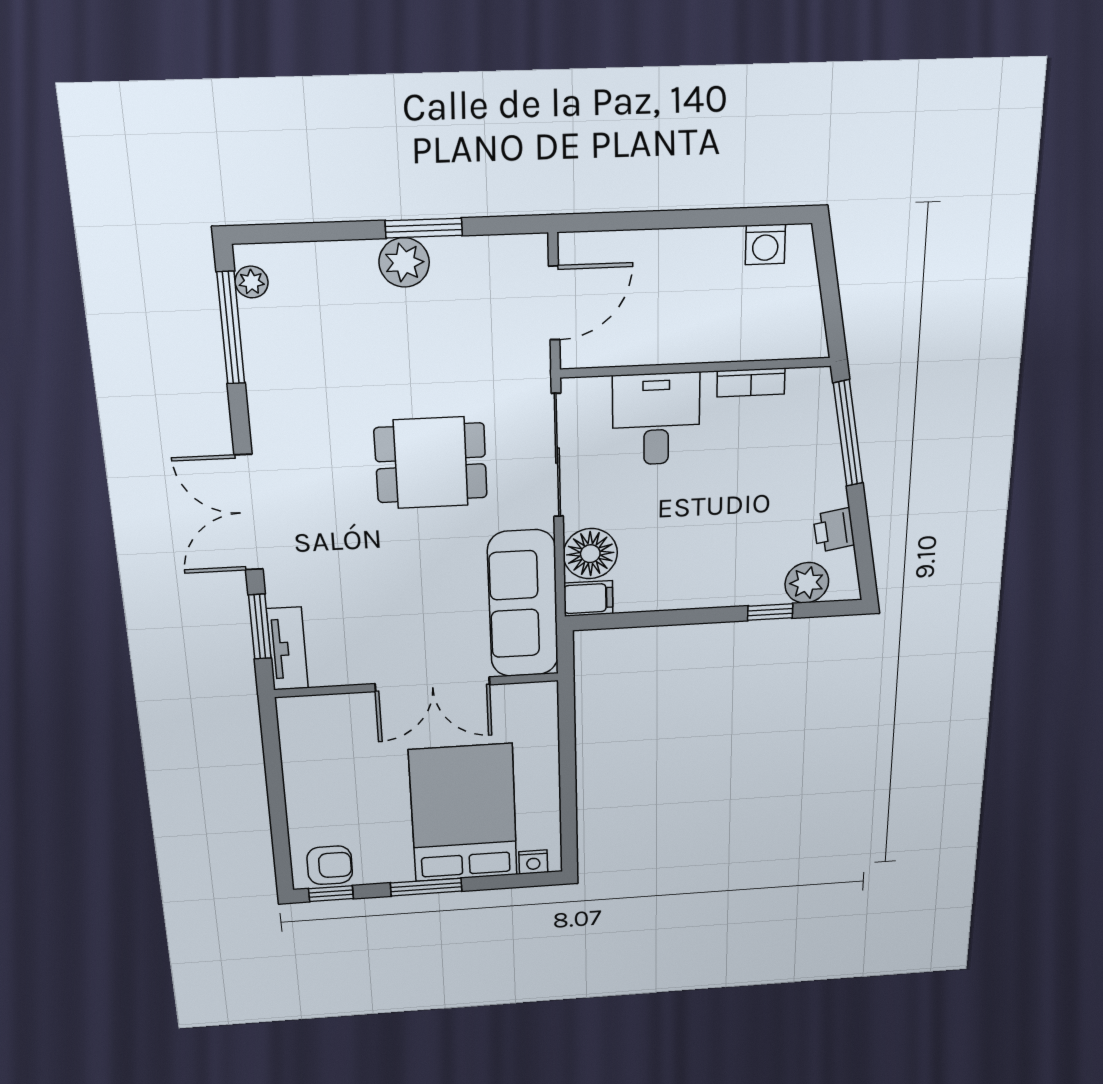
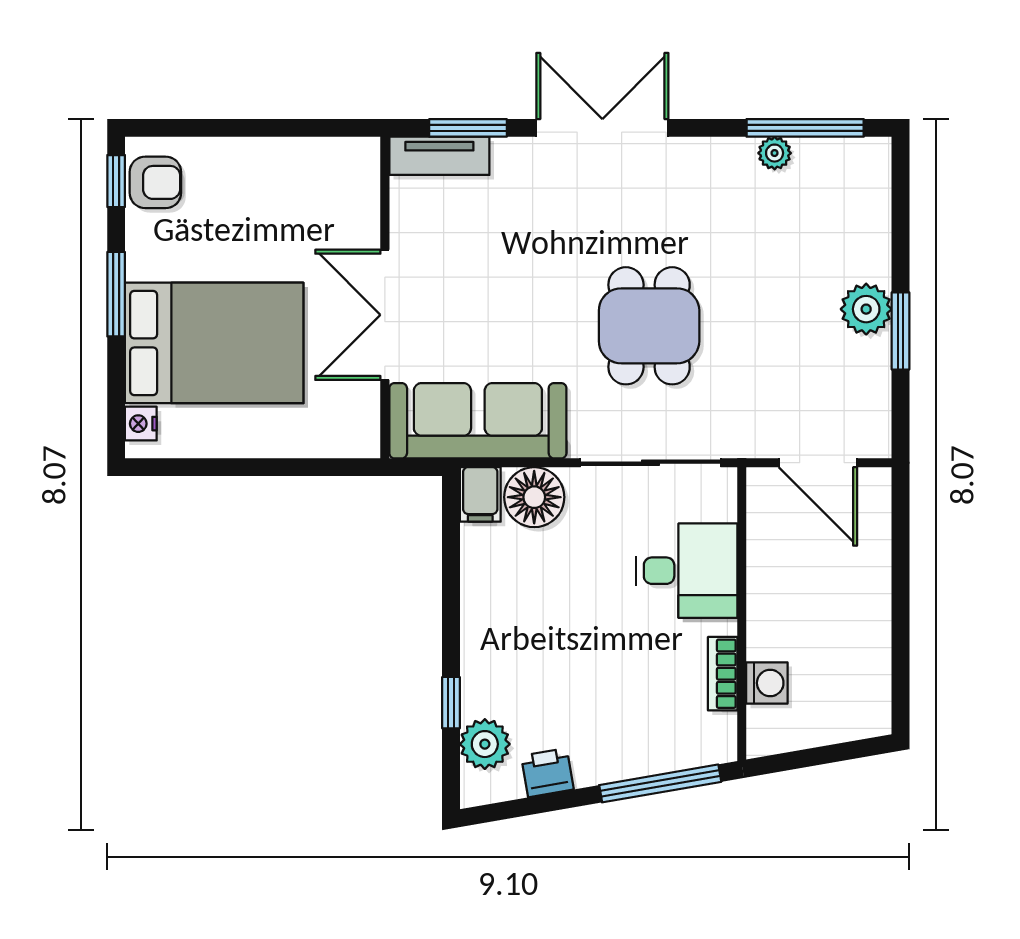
washing machine: (765, 244) -> (767, 683), moved, turned 180
plant: (252, 282) -> (775, 153), moved
armchair: (330, 865) -> (155, 182), turned -90

